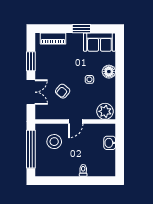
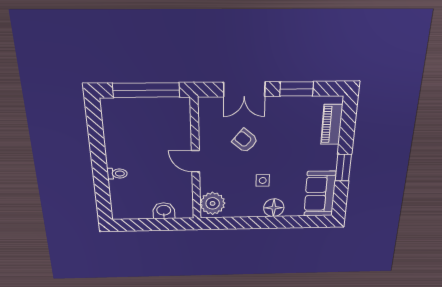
stool: (54, 142) -> (161, 128), removed

